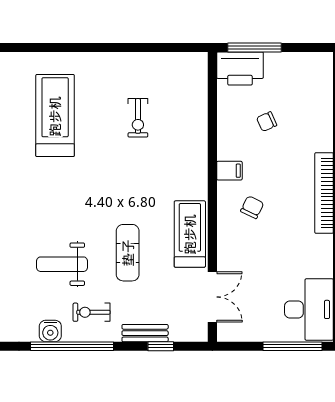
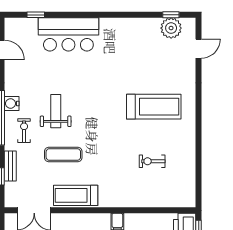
treadmill: (190, 234) -> (76, 195), turned 180

